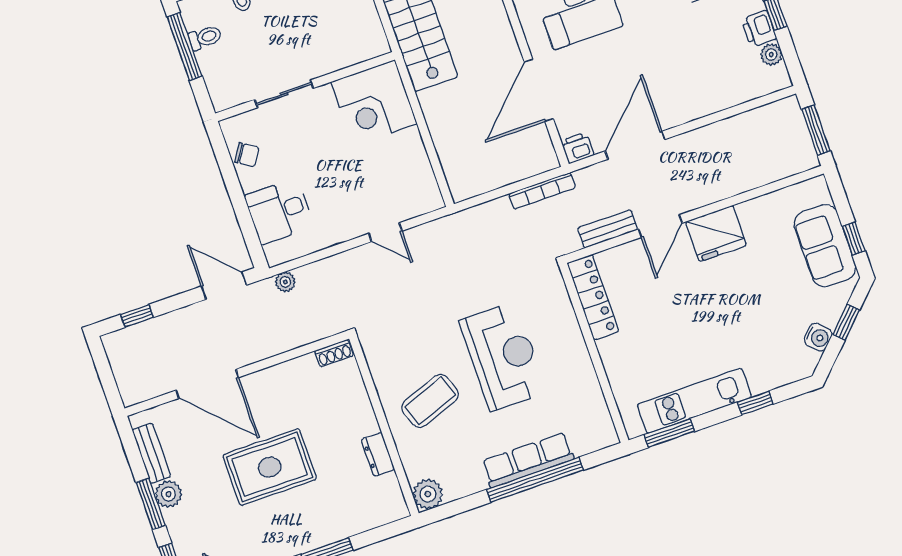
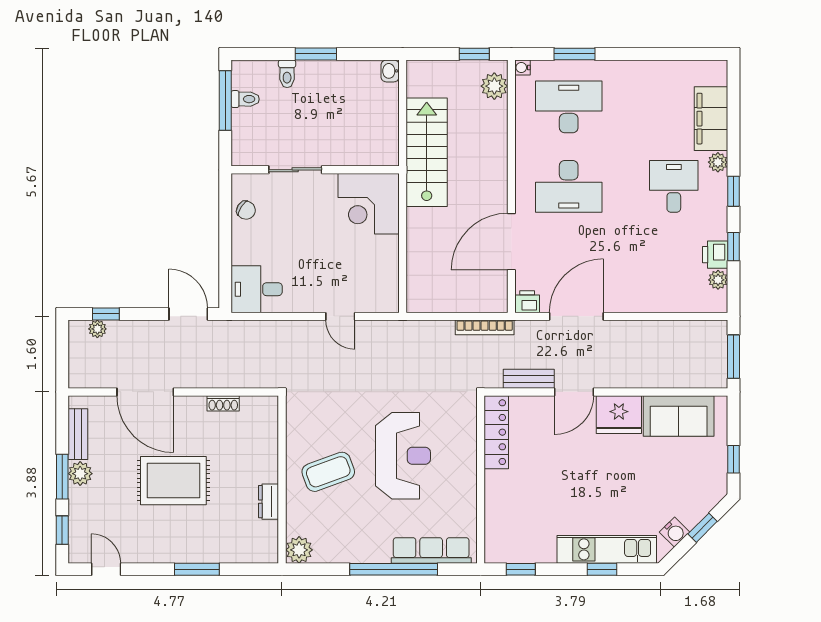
desk: (279, 211) -> (257, 289), moved
sofa: (825, 246) -> (679, 416), moved, turned -90
plant: (285, 282) -> (97, 329), moved
shoe rack: (334, 353) -> (223, 403), moved
kitchen unit: (694, 401) -> (607, 549), moved
window: (669, 433) -> (521, 569), width x0.67
row of seats: (528, 460) -> (431, 550), moved

